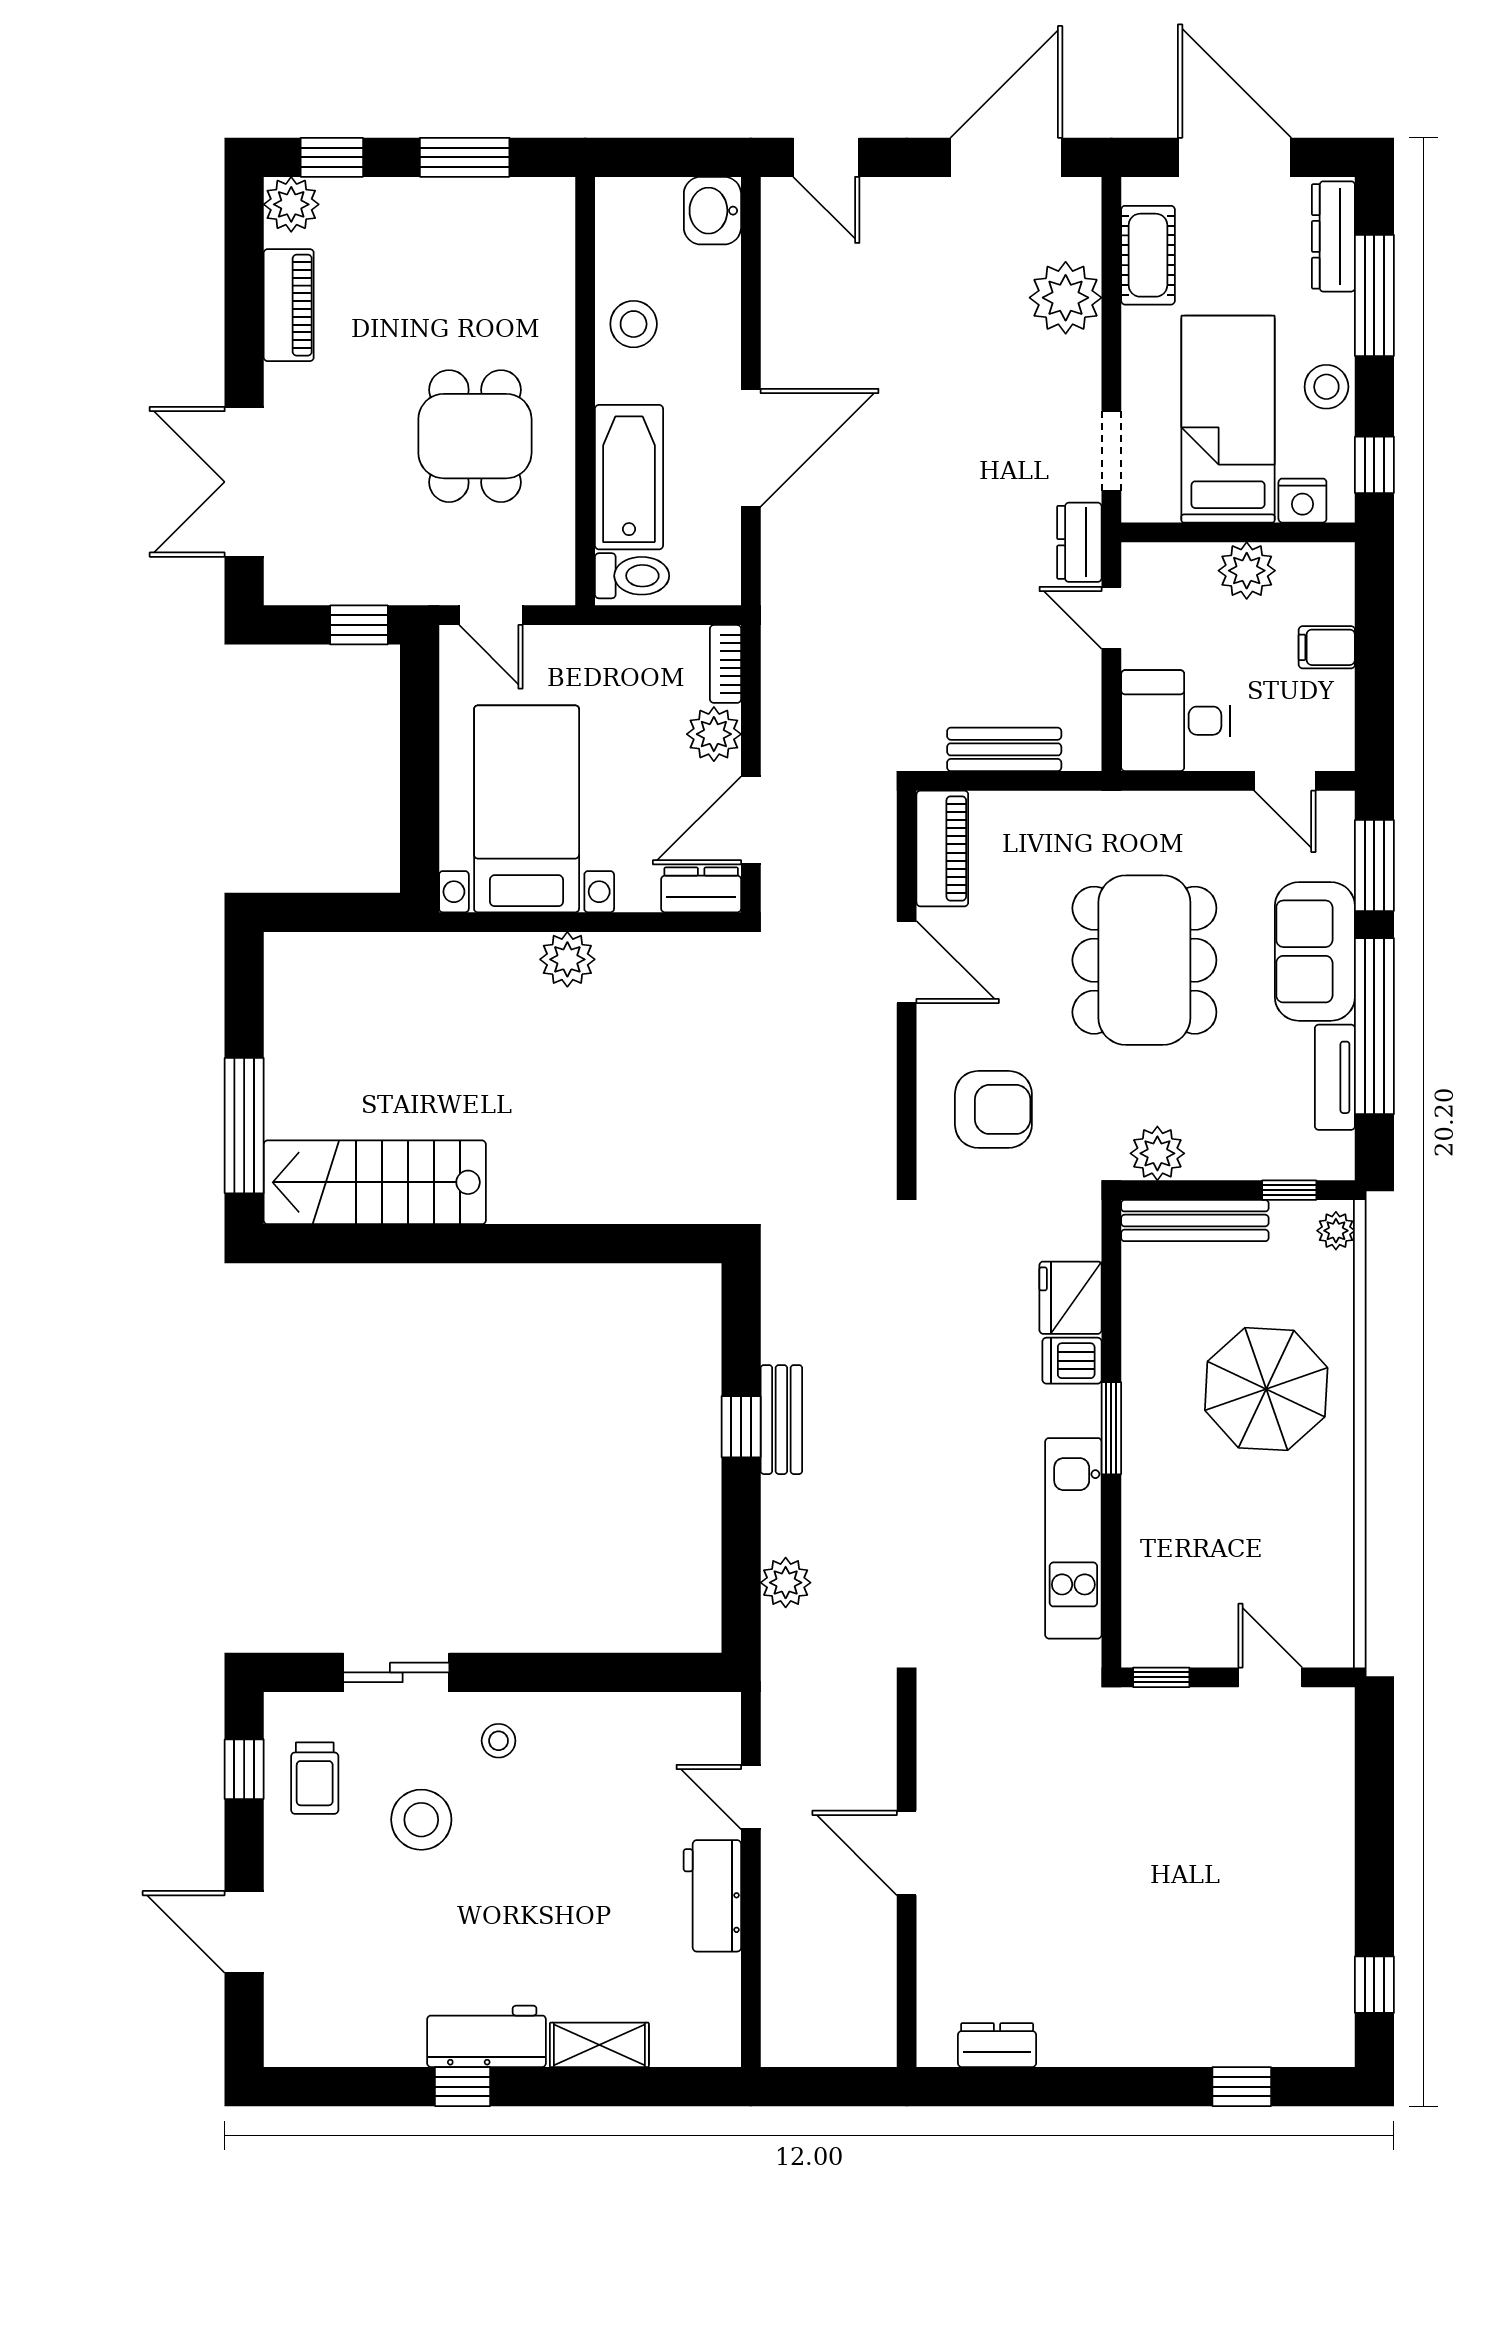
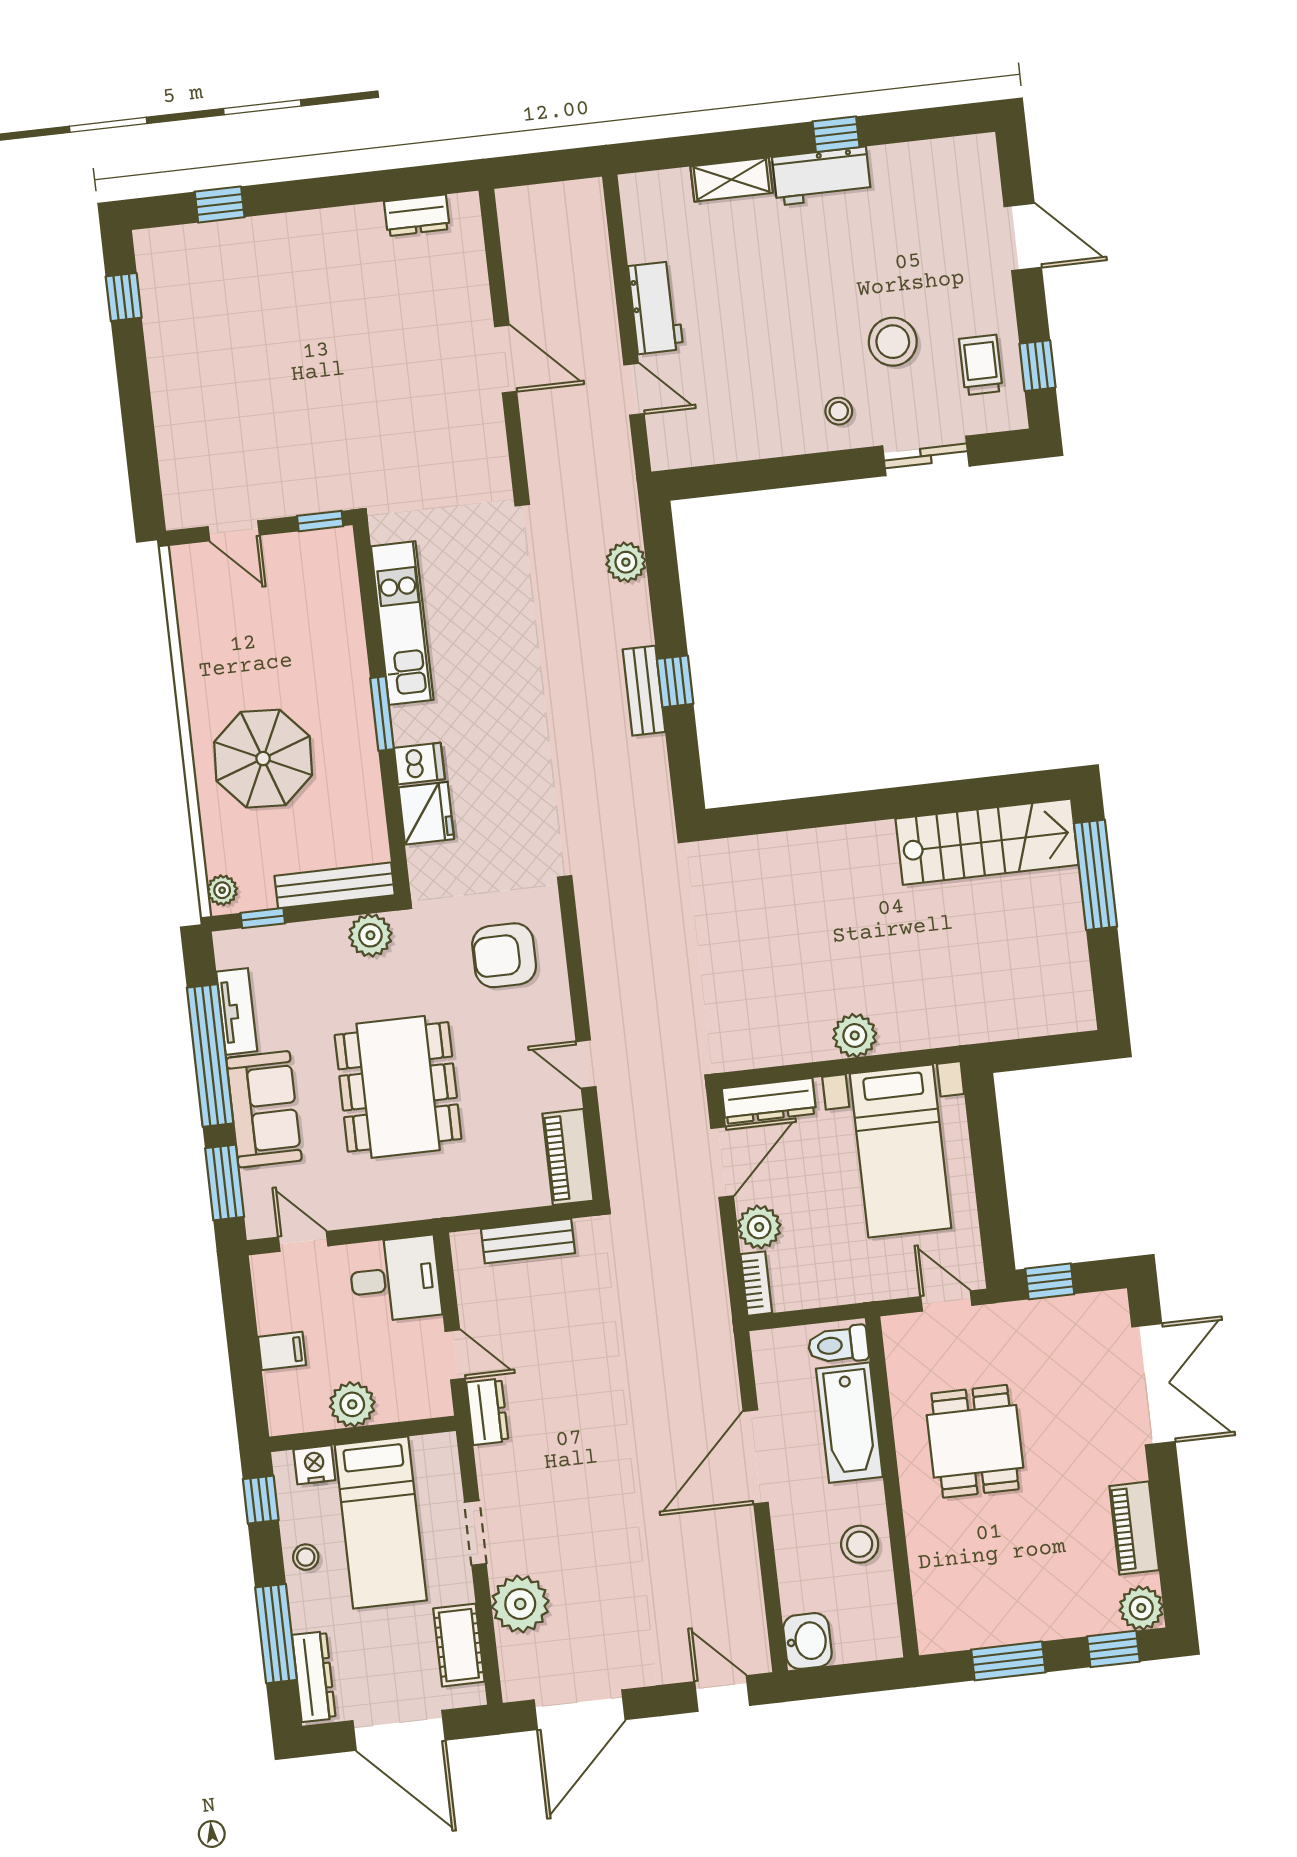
stool: (1326, 387) -> (306, 1557), width x0.73, depth x0.73
doorway: (1111, 451) -> (475, 1533), moved
dresser: (701, 890) -> (769, 1101), width x1.44
door: (907, 962) -> (586, 1064), width x0.73

